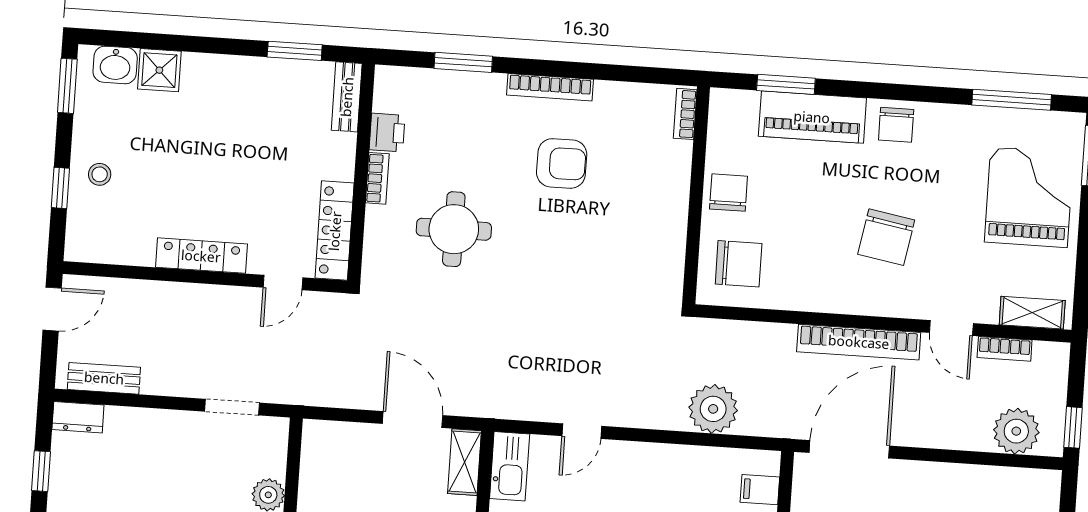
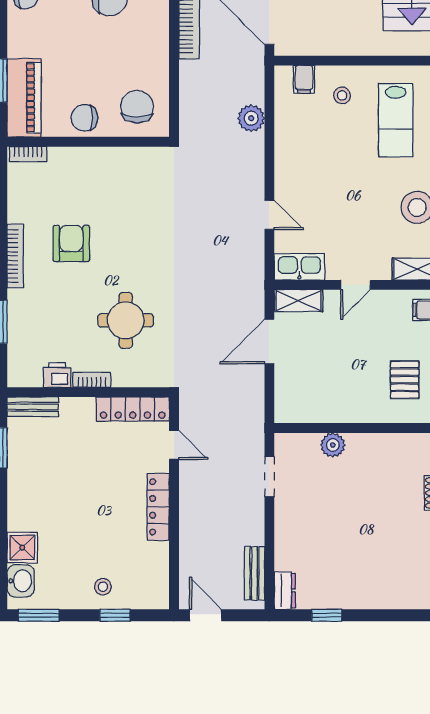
piano: (812, 117) -> (24, 98), moved
plant: (713, 409) -> (251, 118), width x0.73, depth x0.73

